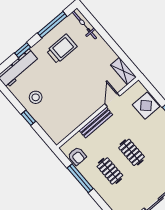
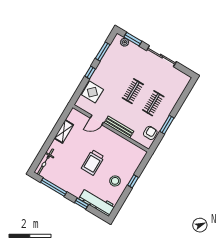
trolley: (62, 49) -> (93, 163), moved, turned -90
shelving: (123, 71) -> (64, 131), moved
window: (80, 178) -> (167, 125), width x0.69

